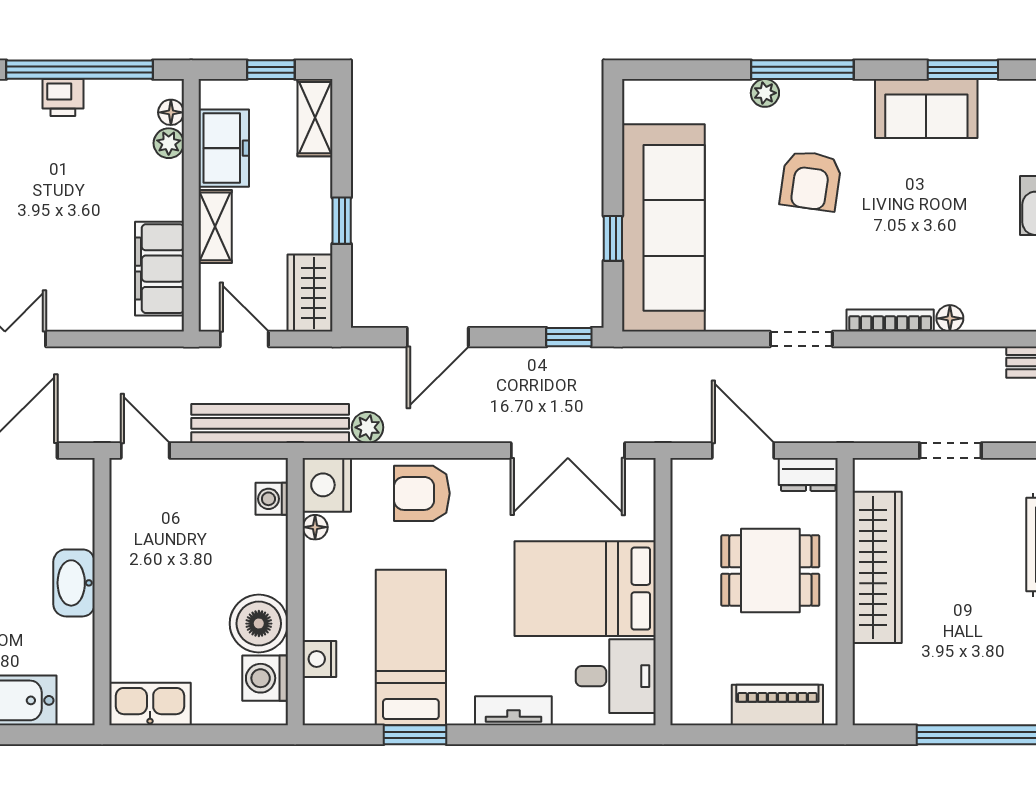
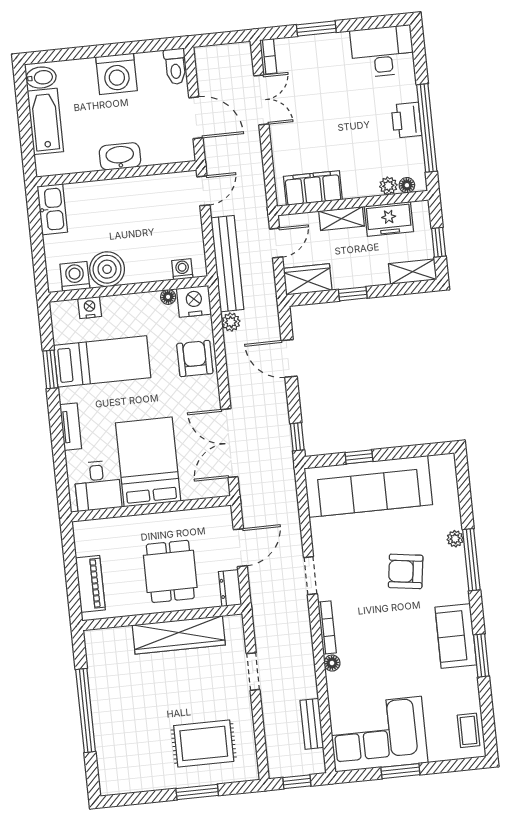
printer: (63, 97) -> (406, 120), width x1.36, depth x1.24

